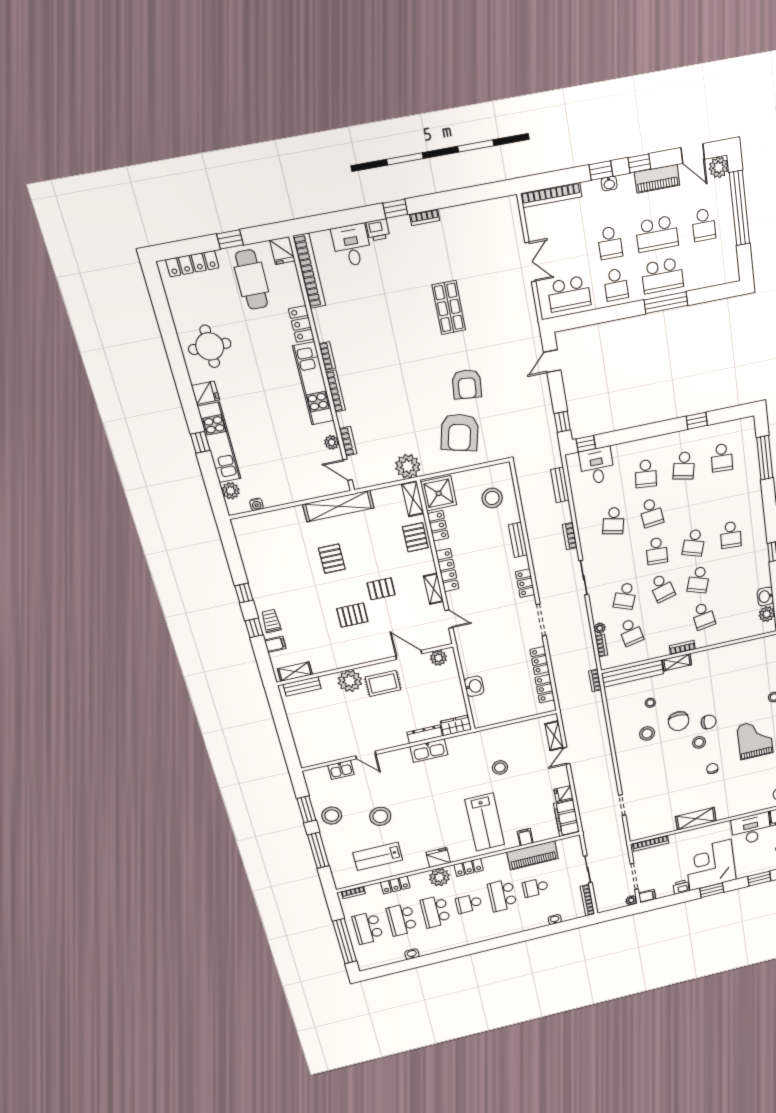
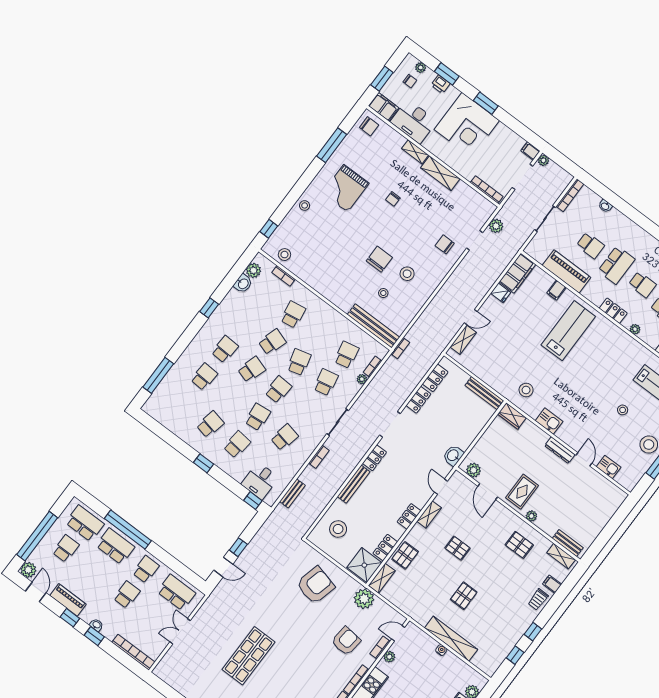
school desk: (657, 234) -> (85, 523), moved
window: (666, 303) -> (128, 530), width x1.46
shop shelf: (449, 308) -> (248, 656), width x1.43, depth x1.36
armchair: (467, 384) -> (346, 641), moved
window: (697, 421) -> (204, 463), moved
window: (562, 422) -> (238, 547), moved
school desk: (722, 458) -> (204, 377), moved
door: (348, 470) -> (398, 633), swing flipped
water cooler: (256, 504) -> (441, 650), moved
shelving: (338, 506) -> (451, 639), moved
bench: (518, 540) -> (354, 484), width x1.36
locker: (447, 570) -> (409, 516), width x0.66
school desk: (625, 596) -> (326, 382), turned -33
pallet: (352, 615) -> (519, 545), moved
window: (254, 628) -> (515, 655), moved
bookcase: (682, 647) -> (284, 276), moved
shelving: (677, 662) -> (415, 152), moved
plant: (350, 681) -> (531, 516), width x0.53, depth x0.53
rug: (383, 683) -> (522, 492), turned 90
washbasin: (474, 686) -> (453, 455), moved
bench: (495, 718) -> (484, 393), added
chair: (709, 722) -> (445, 244), moved
dresser: (425, 734) -> (560, 450), moved
stool: (699, 742) -> (284, 255), moved
kitchen sink: (429, 751) -> (549, 421), width x0.73
stool: (500, 767) -> (526, 390), moved
stool: (380, 816) -> (623, 410), width x0.53, depth x0.53
plant: (617, 829) -> (496, 226), added
fridge: (438, 857) -> (623, 340), removed
plant: (439, 877) -> (635, 329), width x0.53, depth x0.53
printer: (681, 887) -> (441, 84), moved

